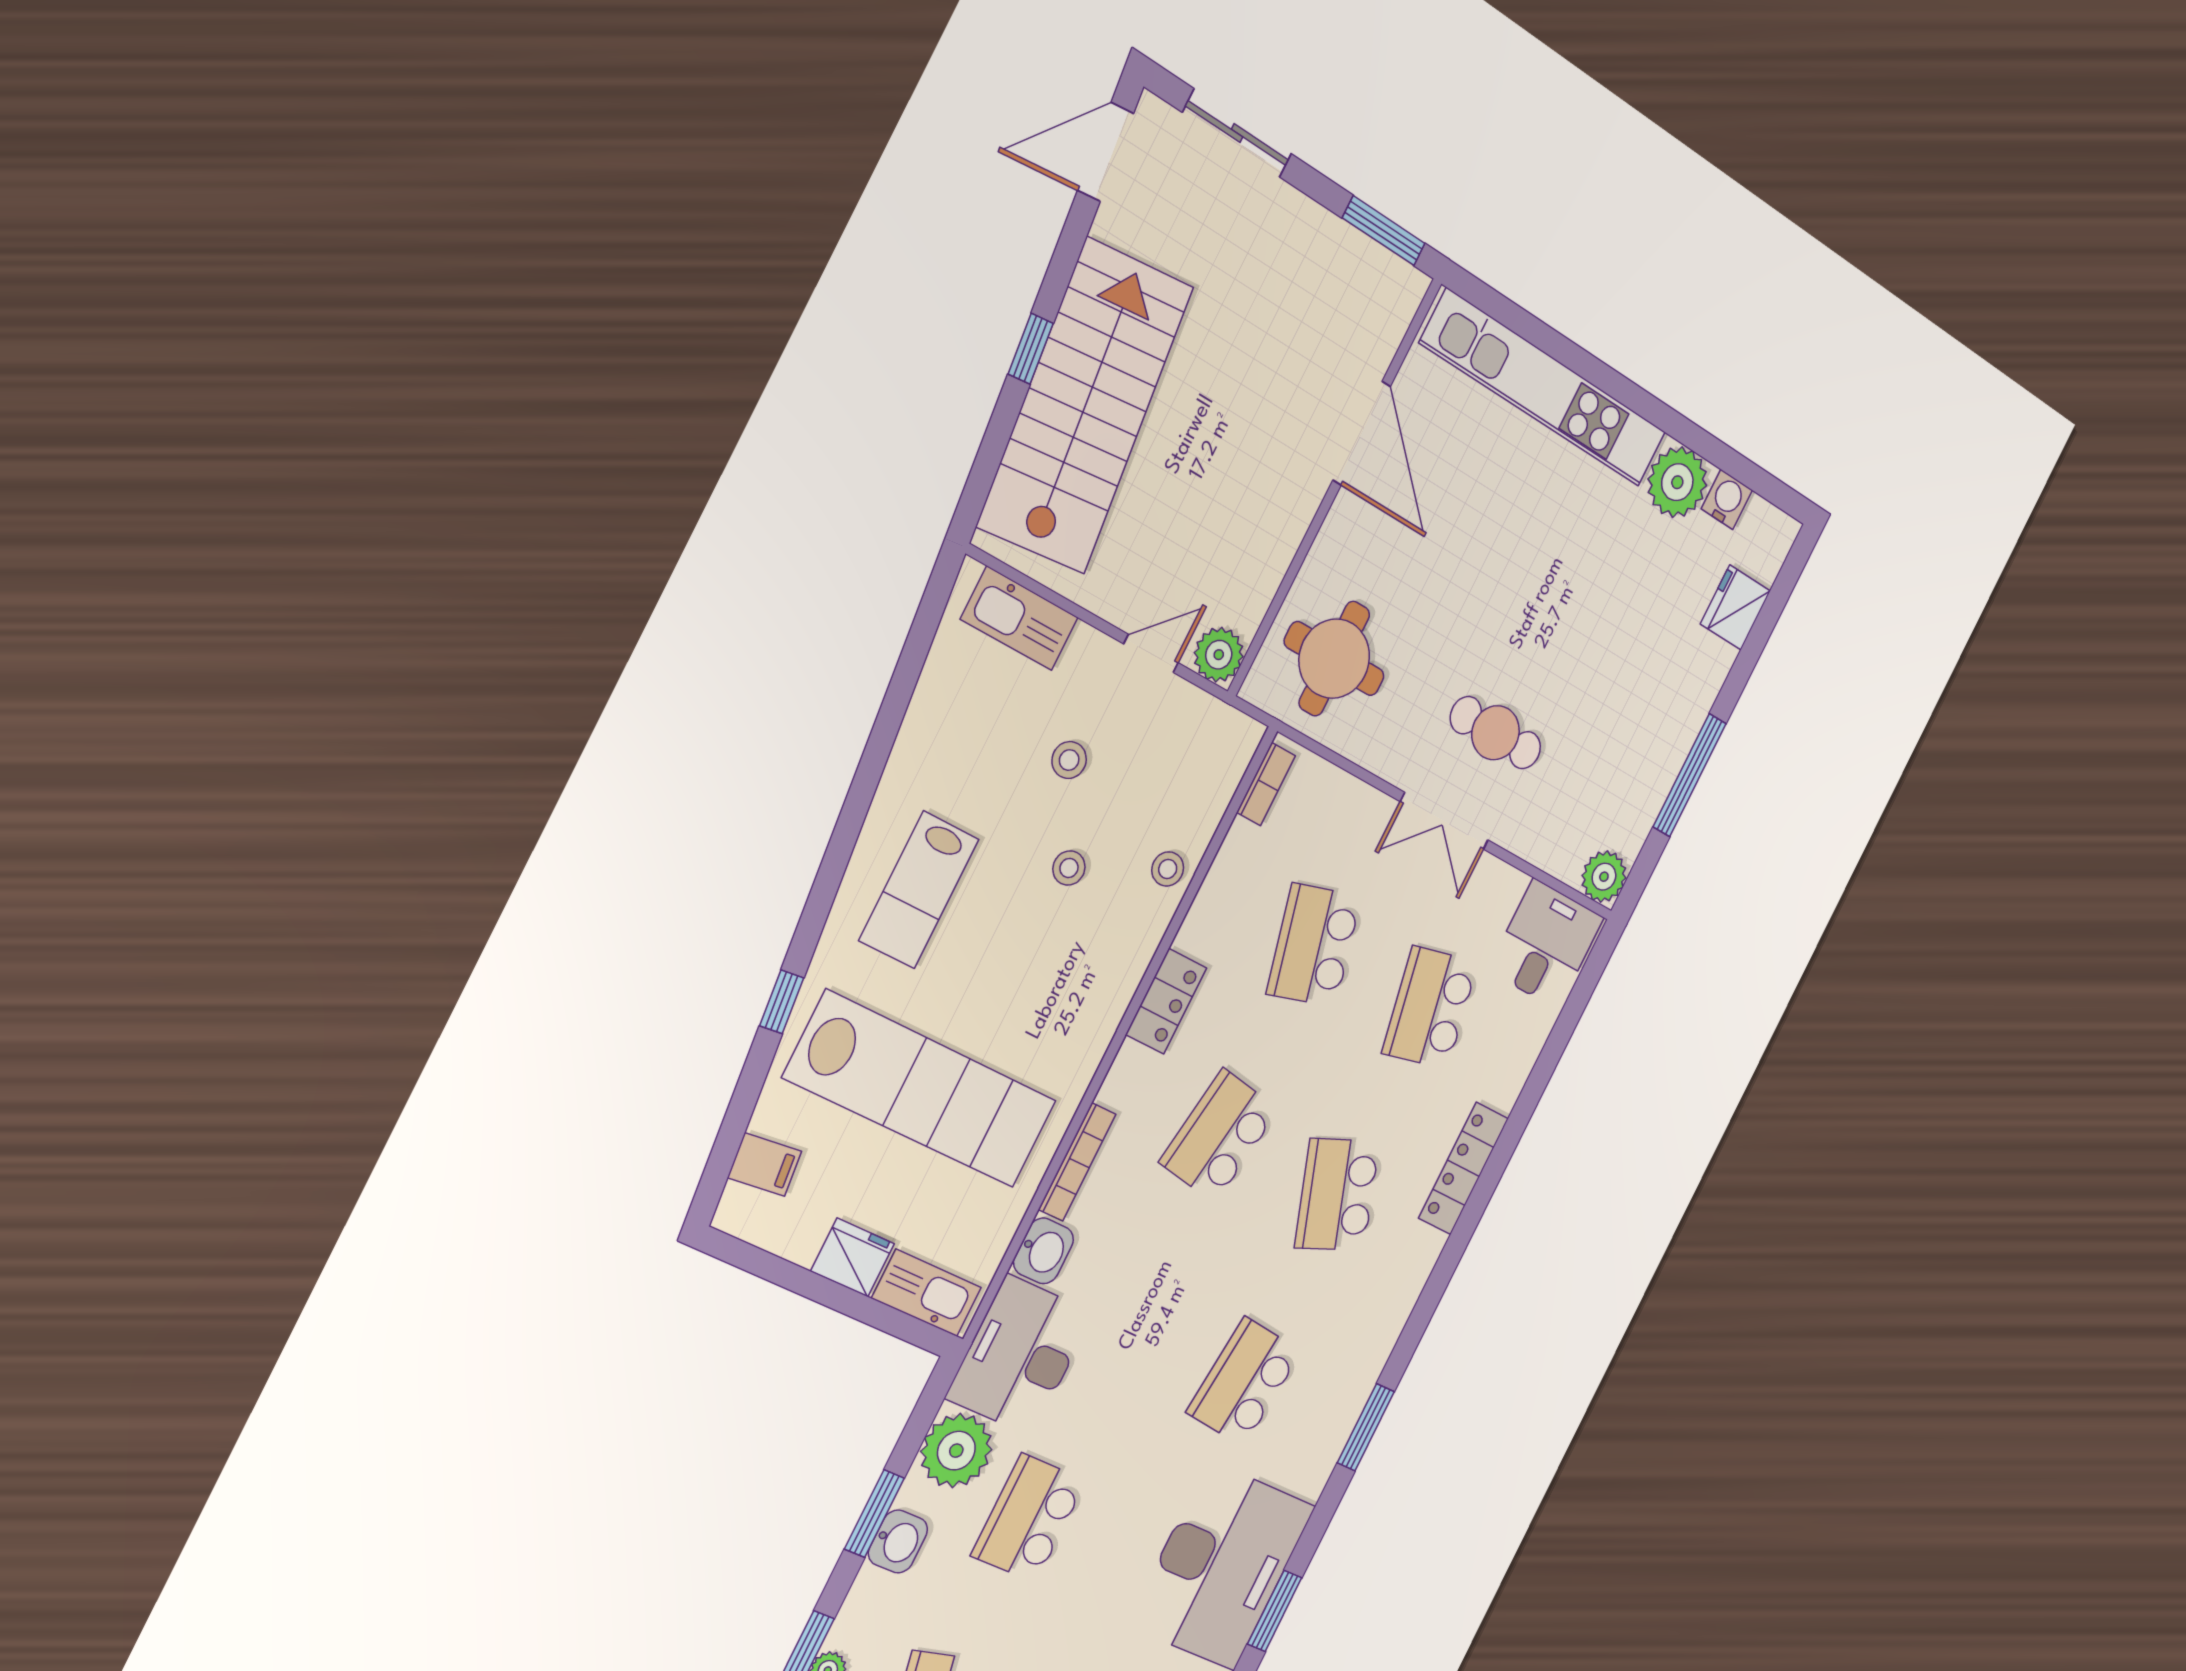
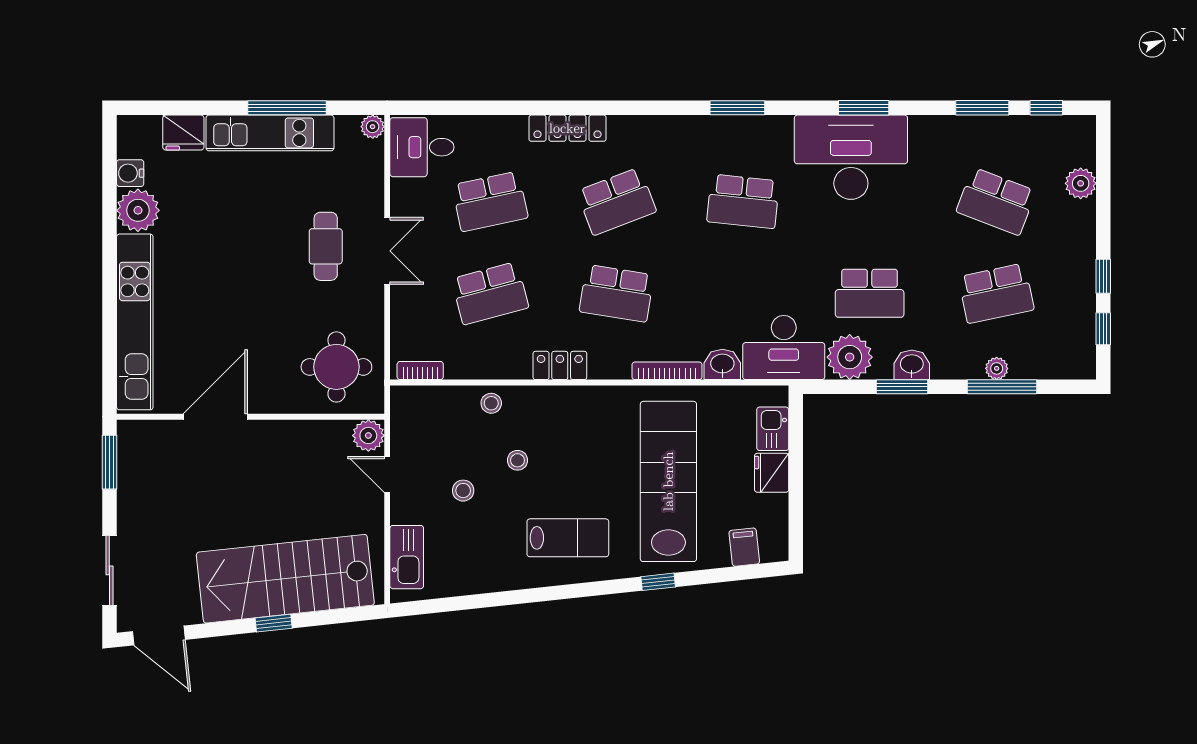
kitchen unit: (1673, 733) -> (270, 133), added
plant: (1604, 877) -> (373, 127), width x0.73, depth x0.73
kitchen sink: (926, 1293) -> (773, 429), width x0.73

